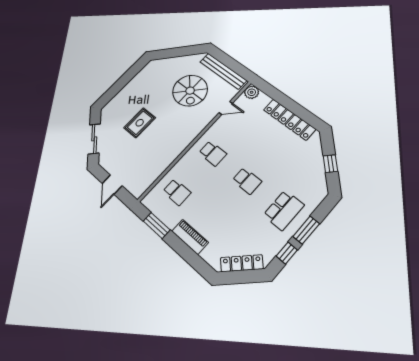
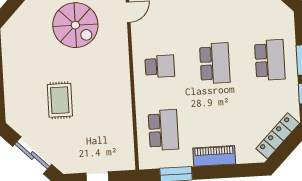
school desk: (247, 181) -> (215, 63), width x1.85
school desk: (177, 192) -> (163, 130), width x1.85

